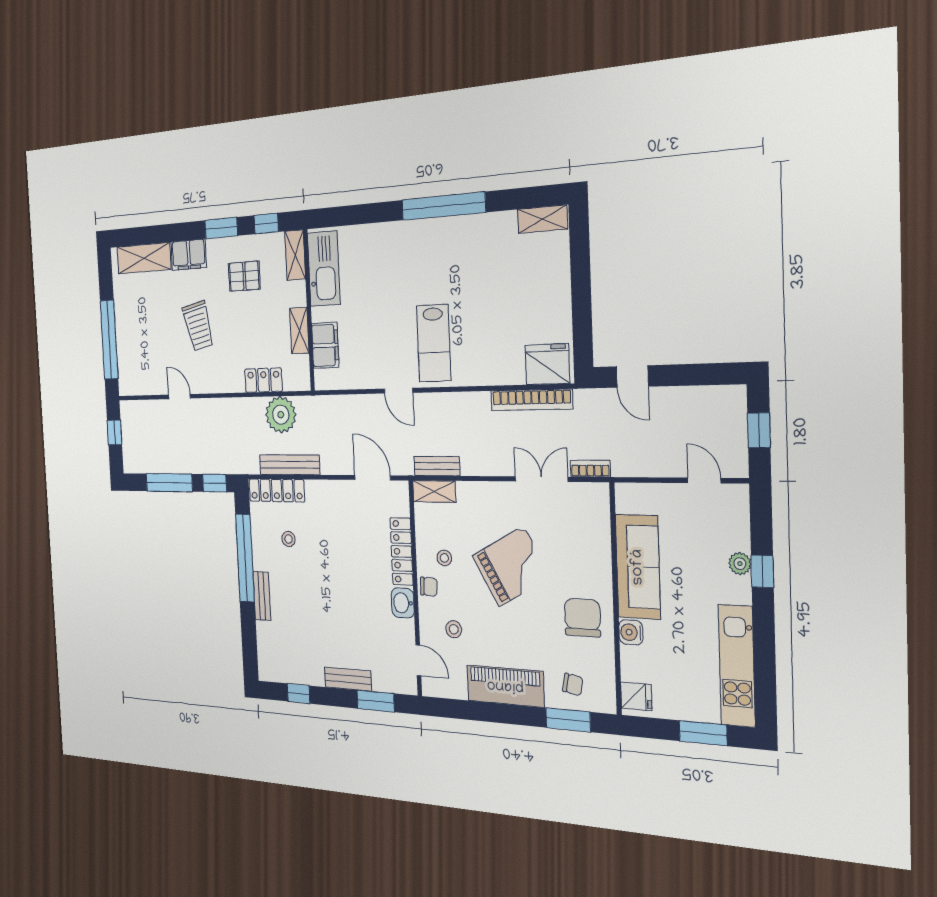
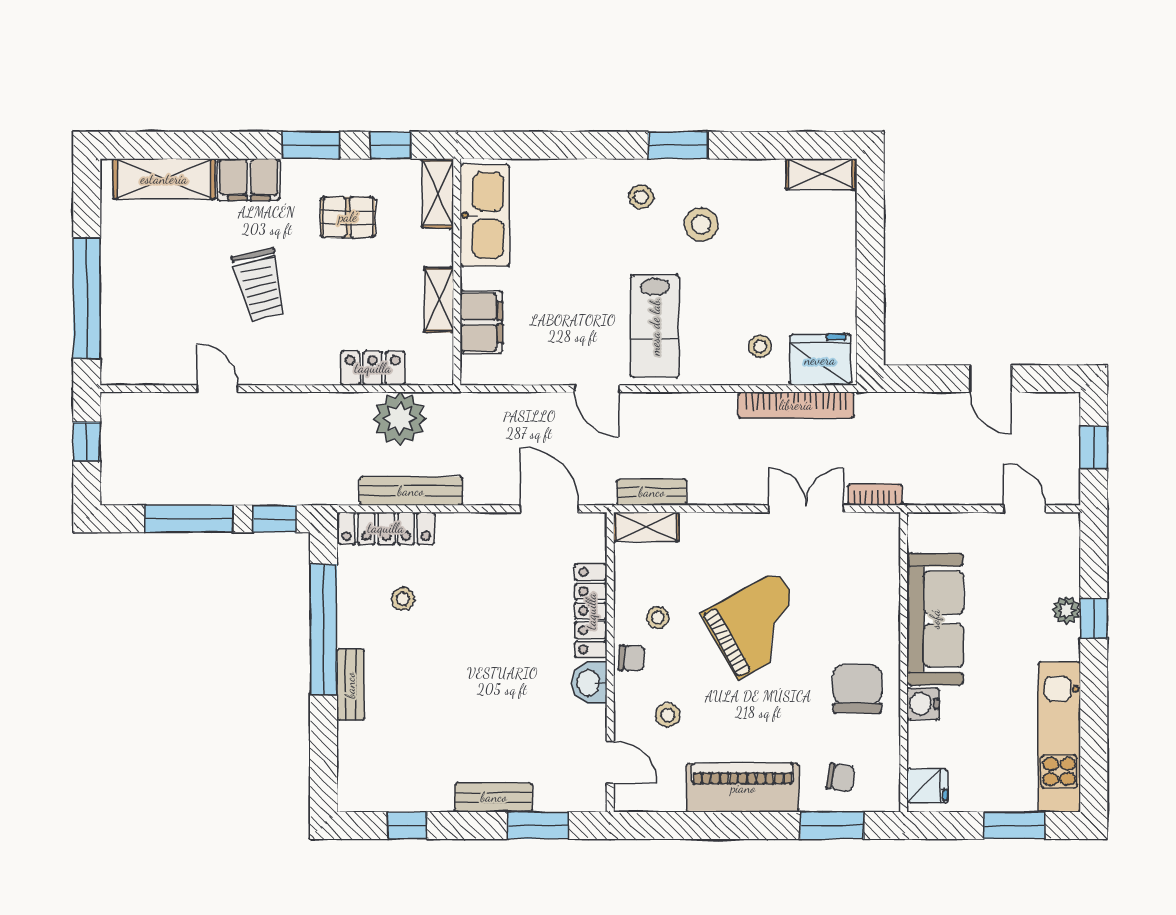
window: (443, 206) -> (678, 145), width x0.47
stool: (421, 247) -> (641, 197), added
stool: (461, 265) -> (701, 224), added
stool: (505, 356) -> (760, 346), added
door: (632, 376) -> (991, 379), moved

